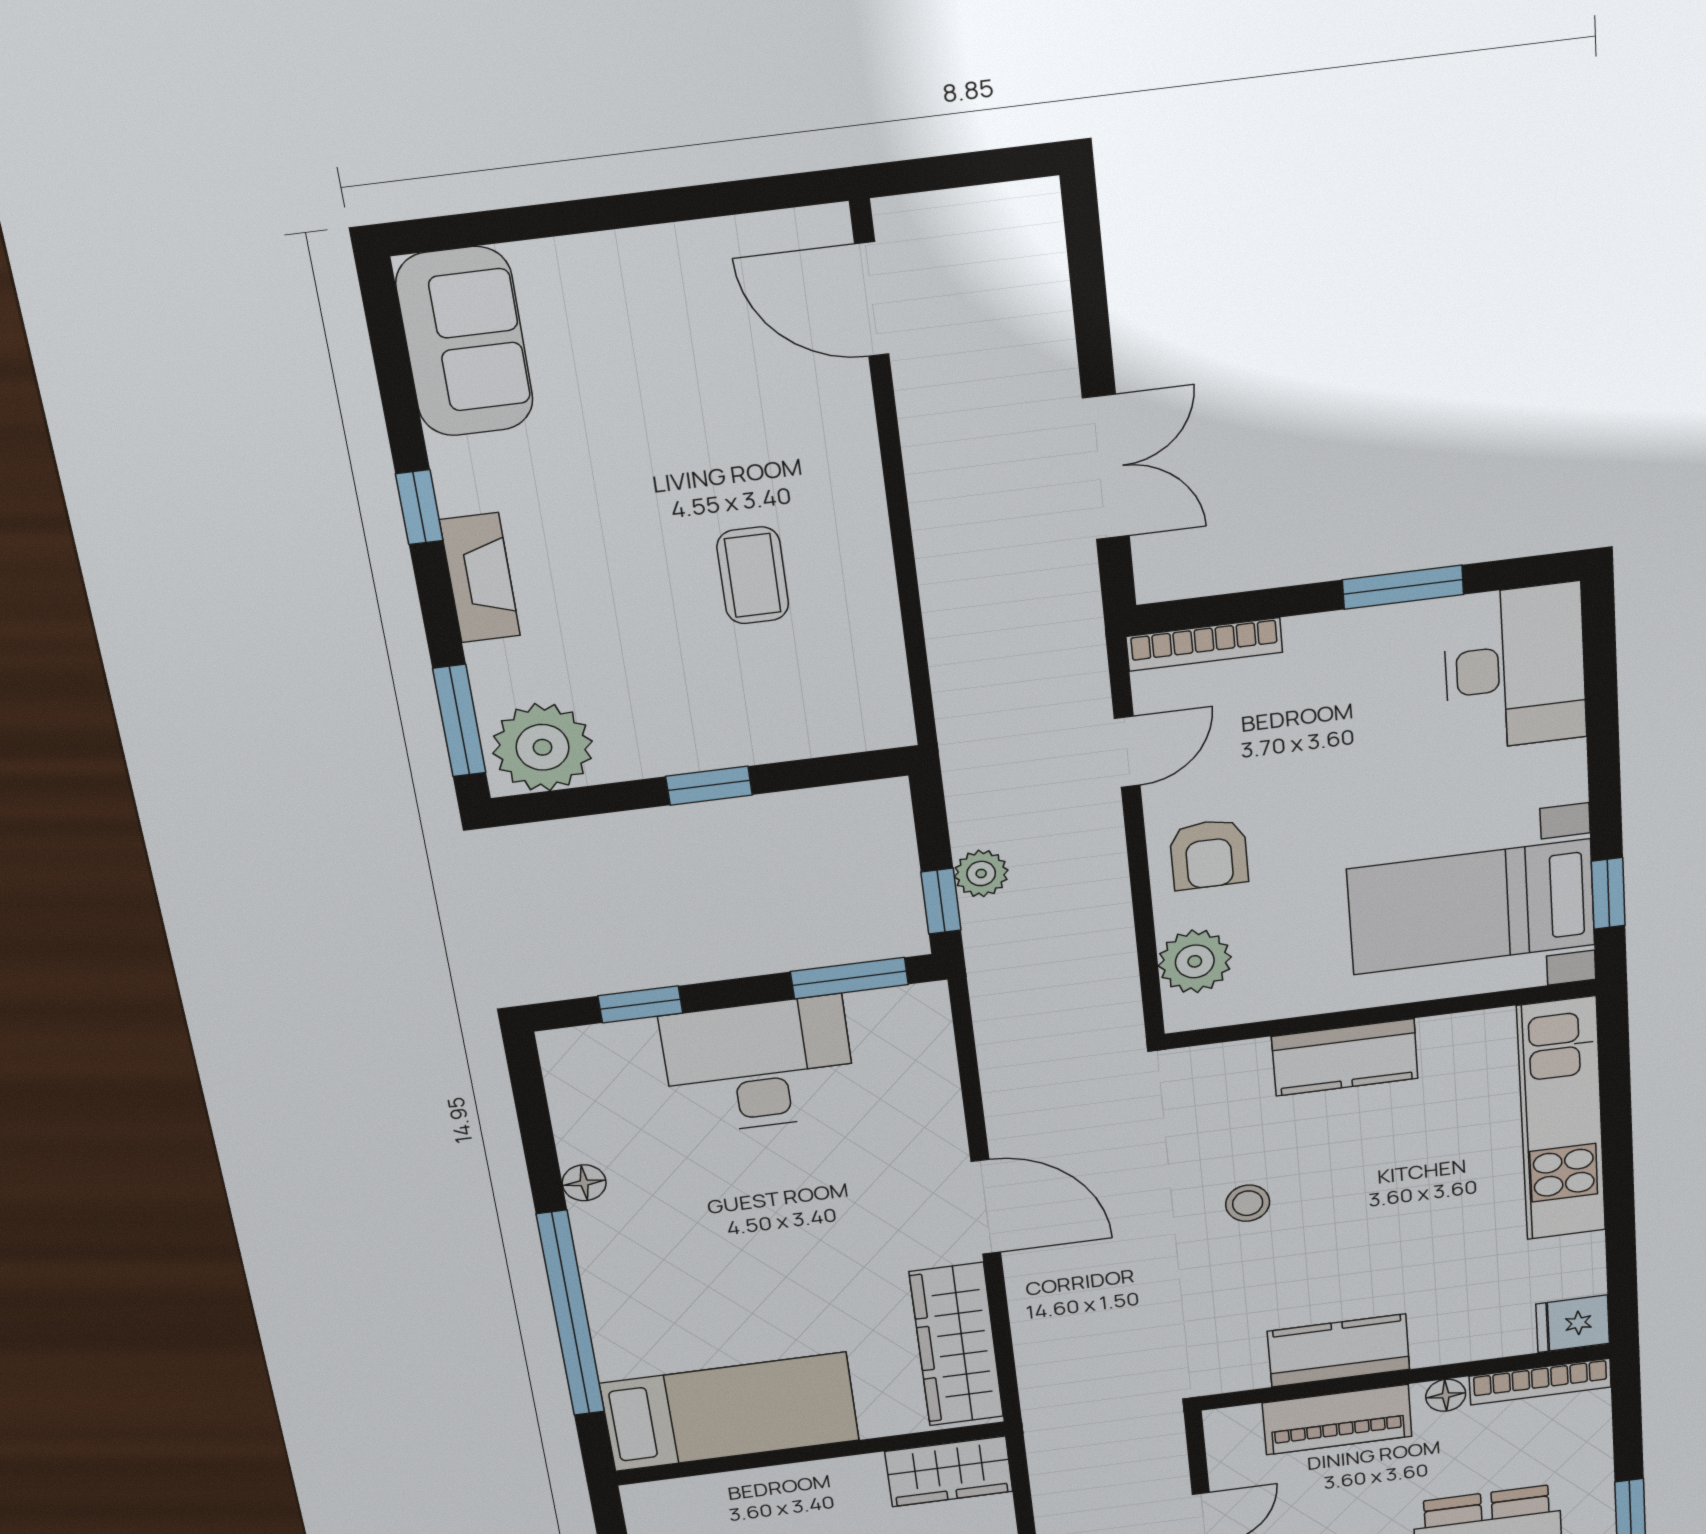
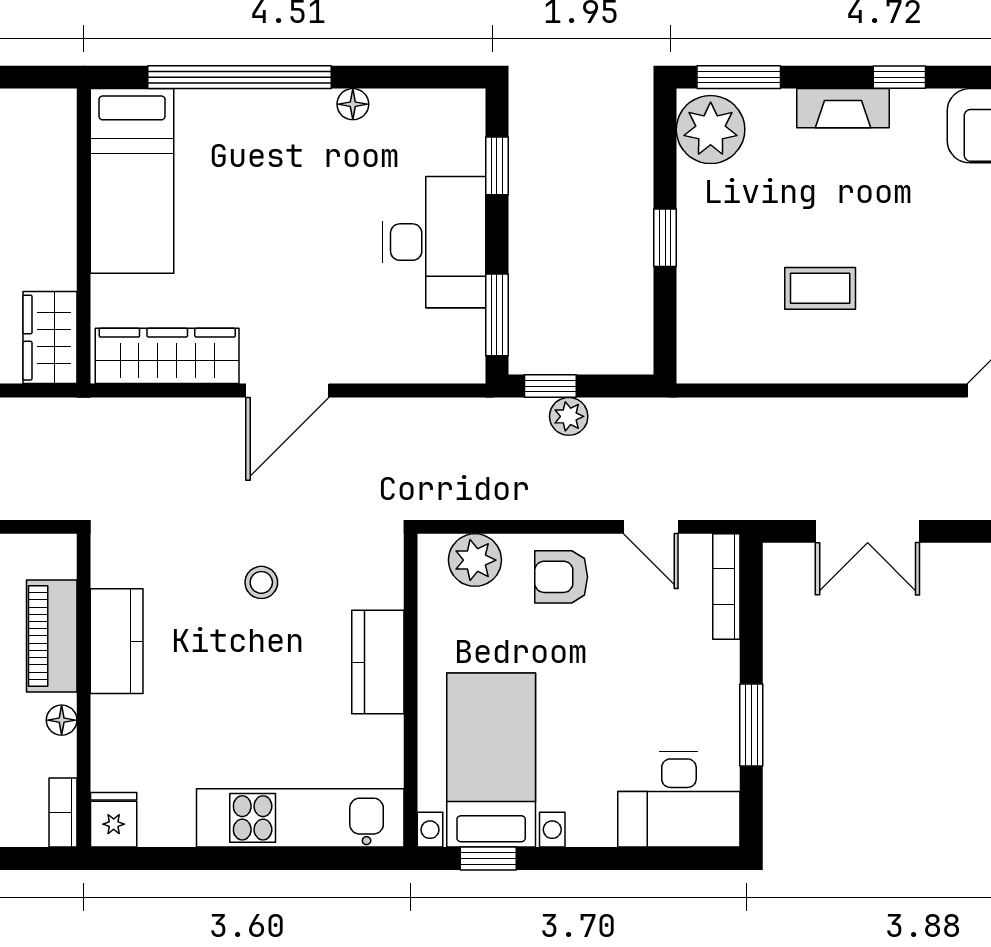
bookcase: (1540, 1382) -> (63, 812), width x0.64

